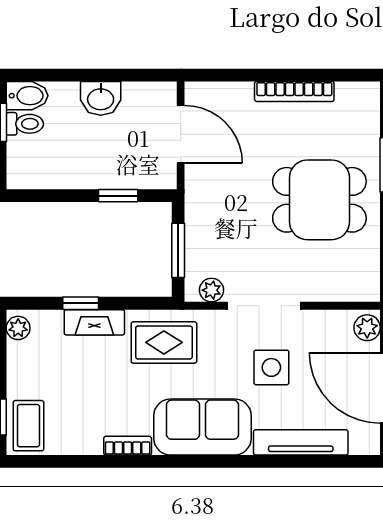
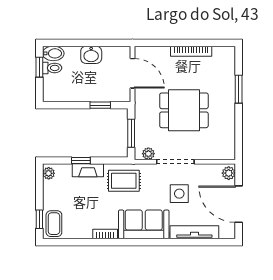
dining table: (319, 200) -> (184, 110), moved

